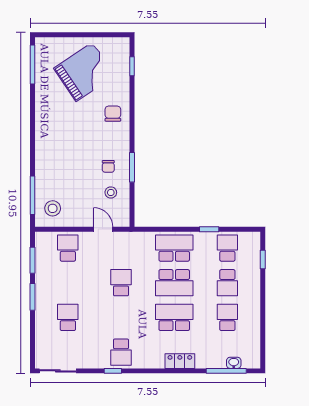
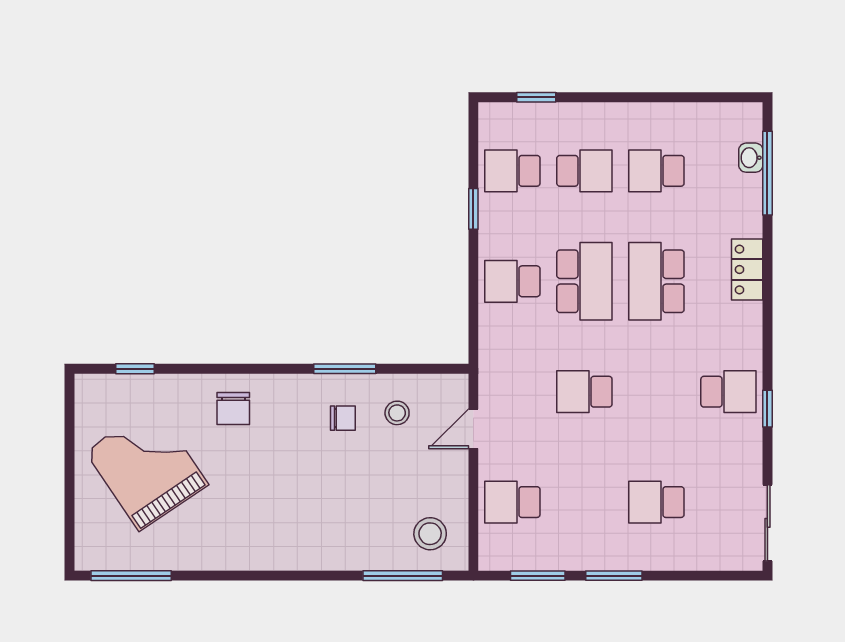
chair: (113, 114) -> (233, 409), turned -90
school desk: (174, 248) -> (512, 281), width x0.54

